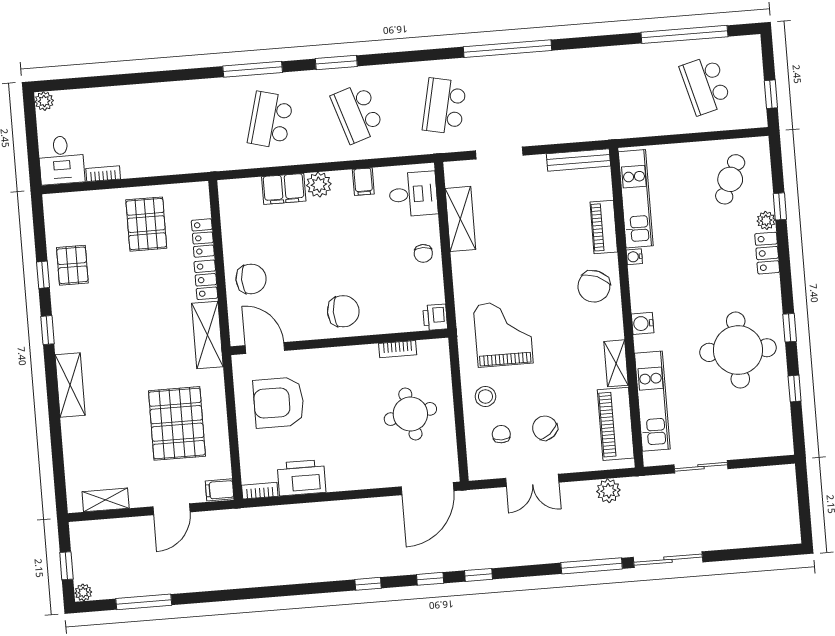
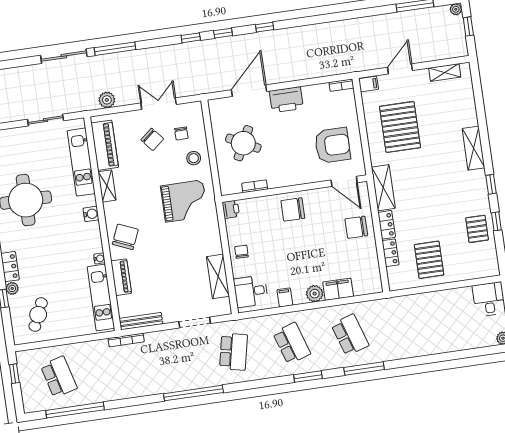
school desk: (270, 120) -> (350, 335), turned -33
bookcase: (103, 174) -> (126, 340), moved, width x1.56
grand piano: (503, 334) -> (184, 201), turned -90
round table: (410, 414) -> (243, 143), turned 37
printer: (302, 478) -> (286, 100), moved
door: (428, 489) -> (249, 91), moved

